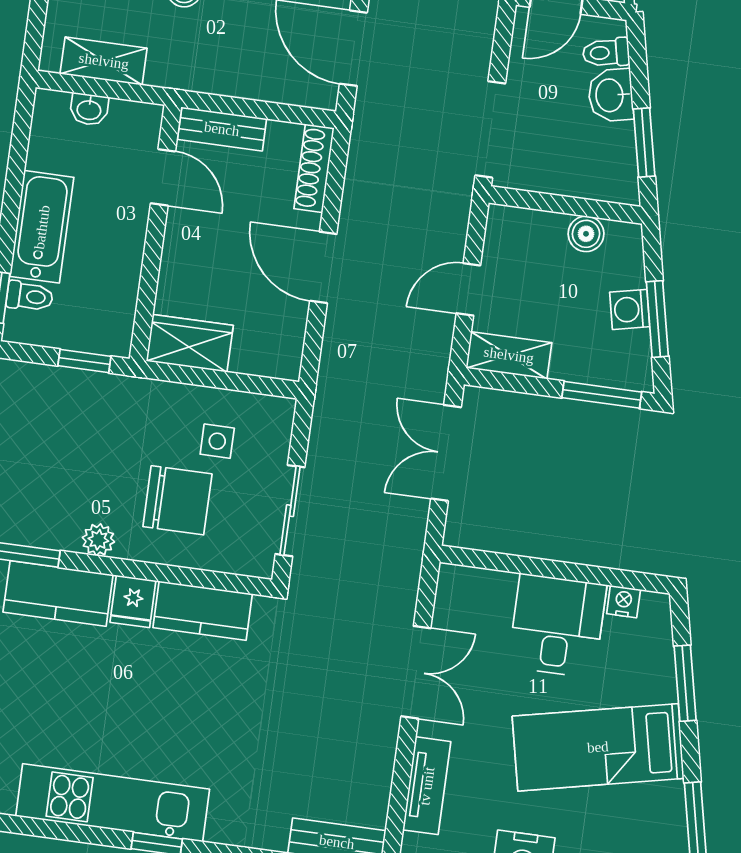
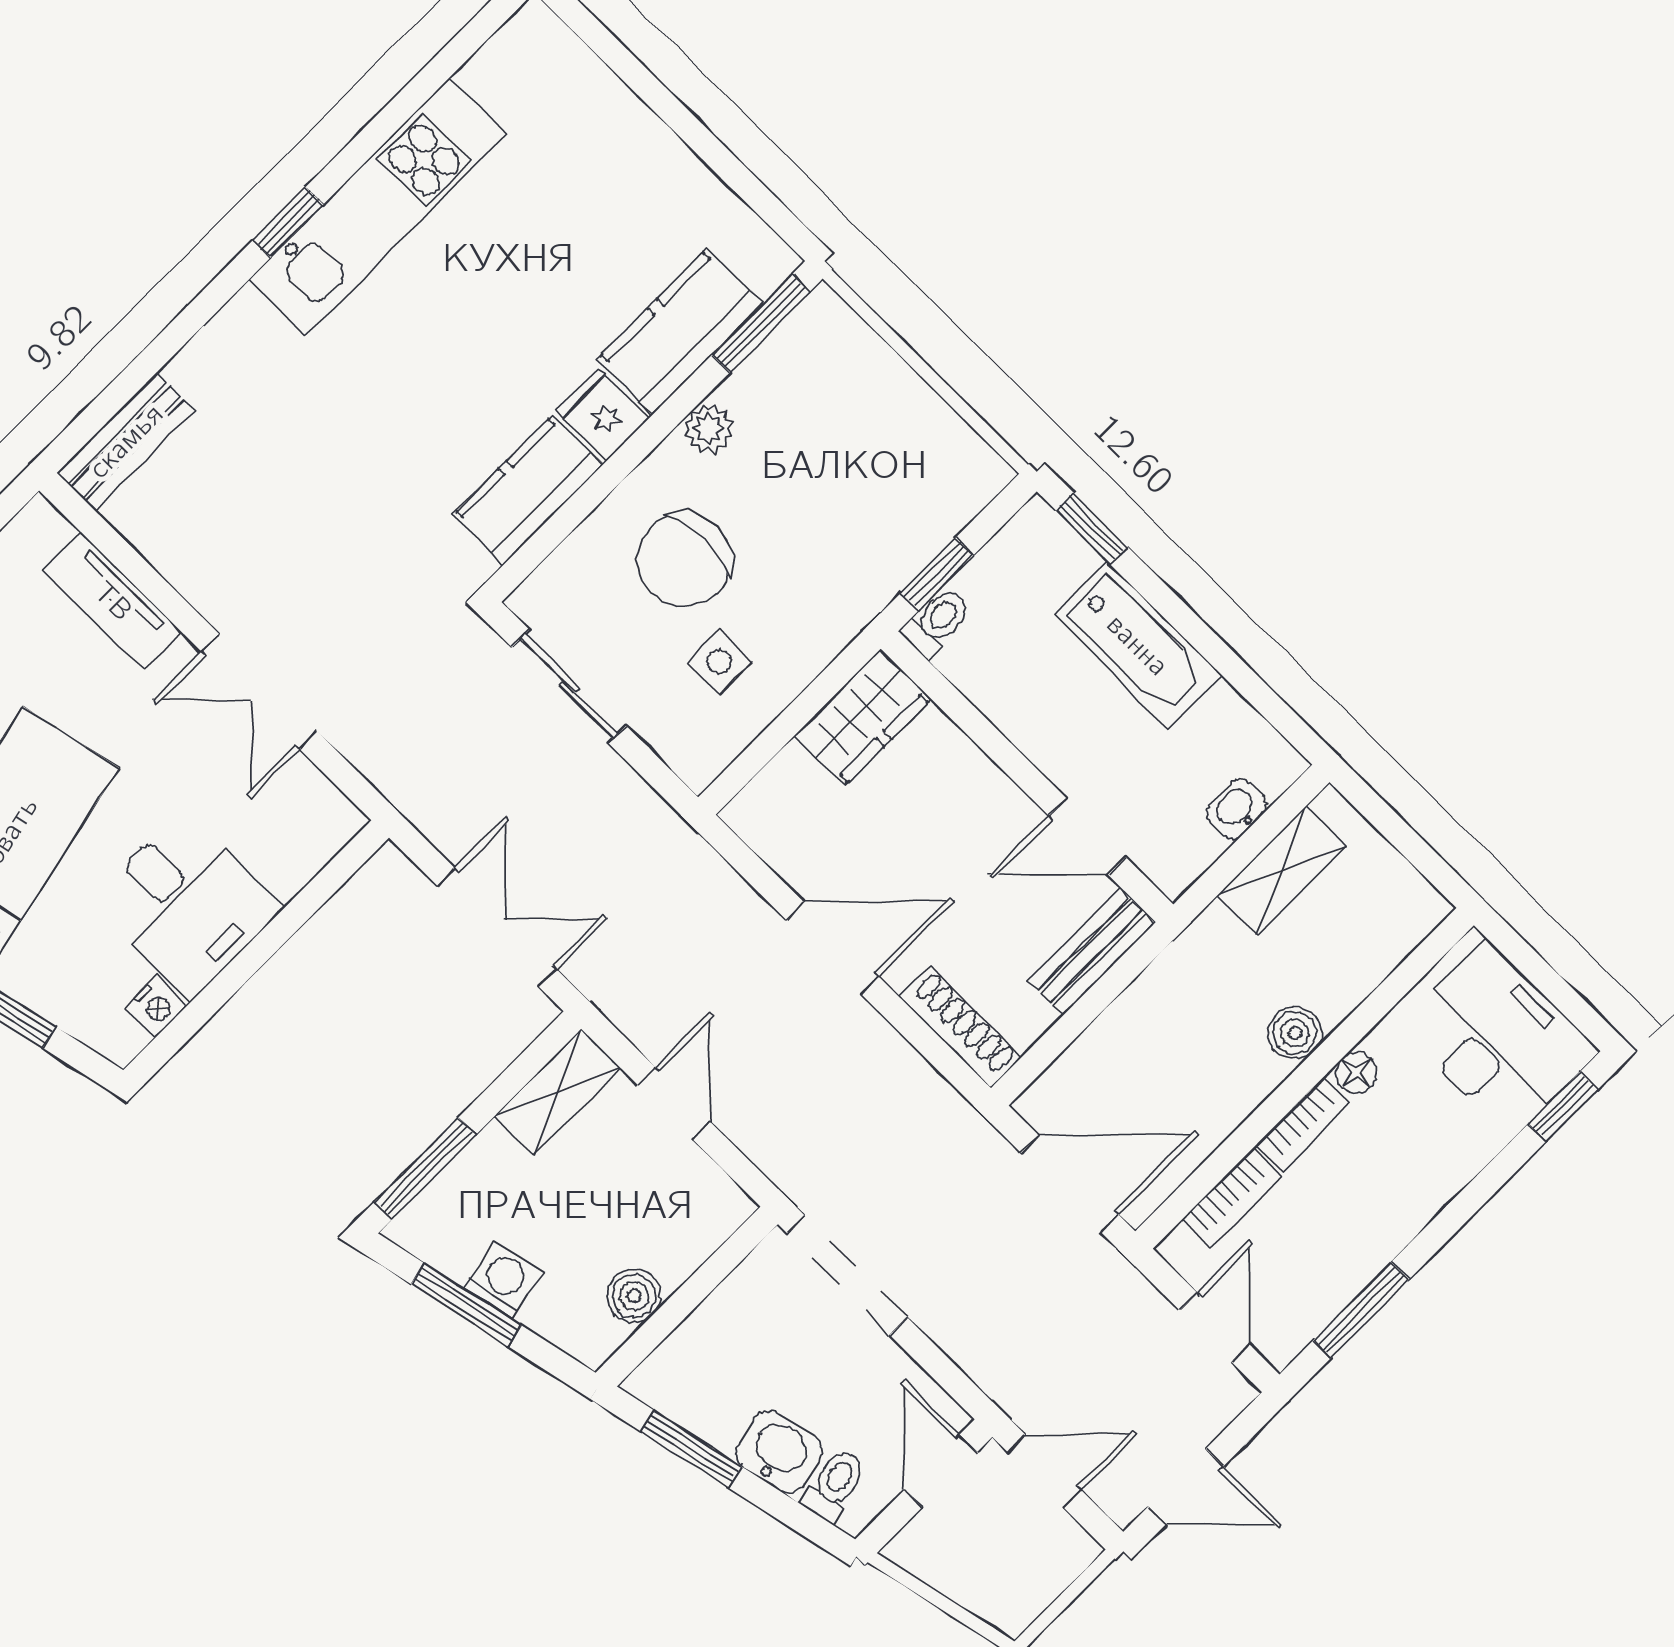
toilet: (30, 296) -> (937, 622), moved, turned 180

